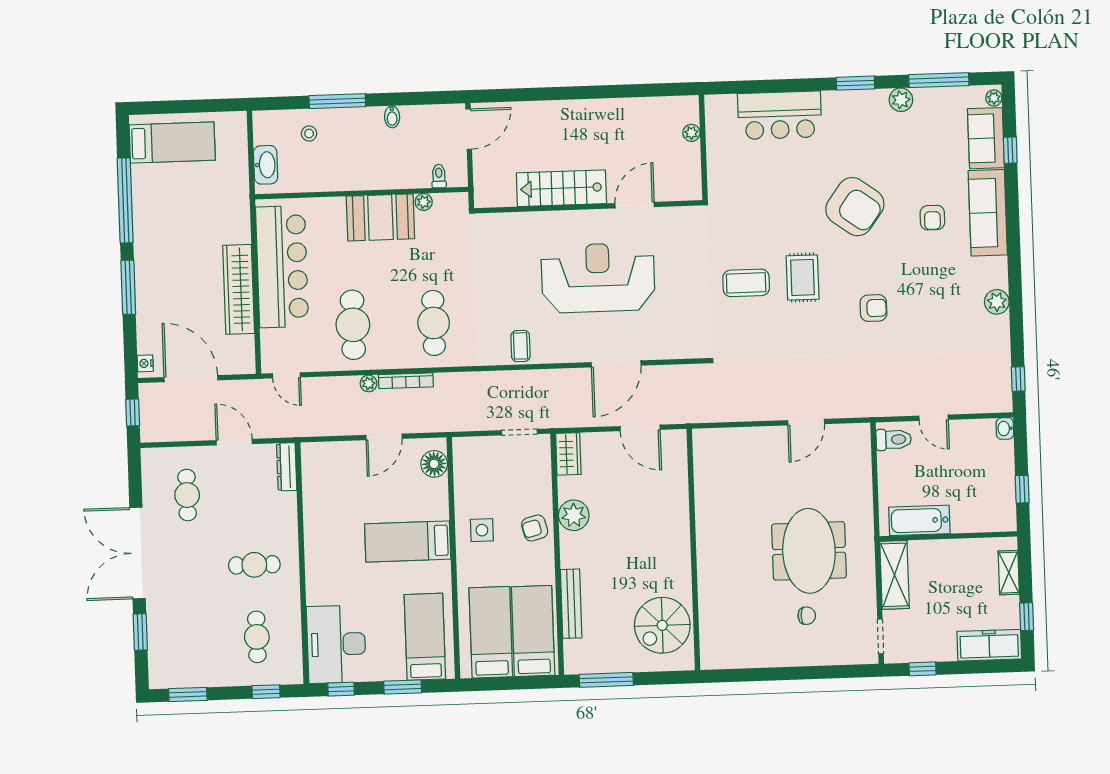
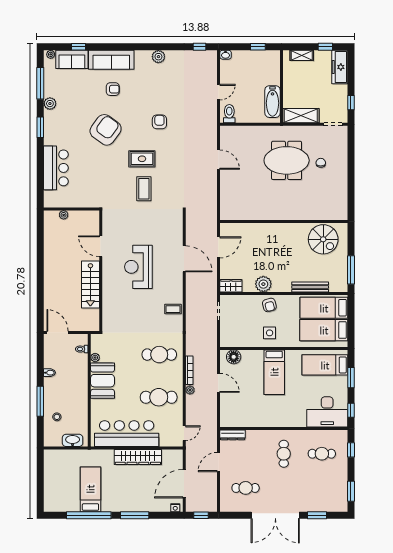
bed: (172, 143) -> (90, 489), moved
reception desk: (598, 278) -> (138, 267), width x0.74, depth x0.77

